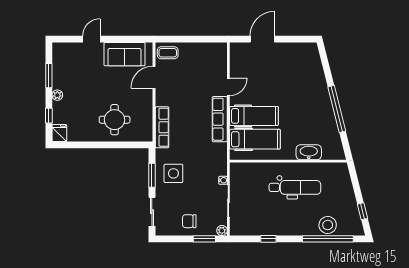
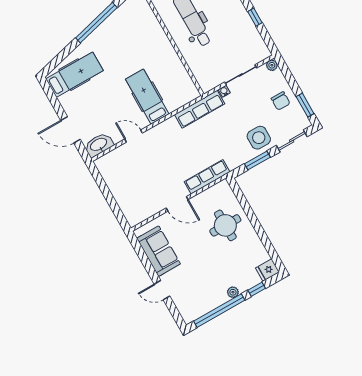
coffee table: (168, 53) -> (134, 211), removed
window: (49, 76) -> (219, 311), width x2.11
door: (154, 77) -> (177, 204), moved
row of seats: (220, 119) -> (200, 109), moved
hospital bed: (255, 139) -> (74, 75), moved, turned 90
washbasin: (309, 152) -> (99, 145), moved, turned 90
side table: (173, 173) -> (259, 138), moved
window: (204, 239) -> (305, 105), moved

